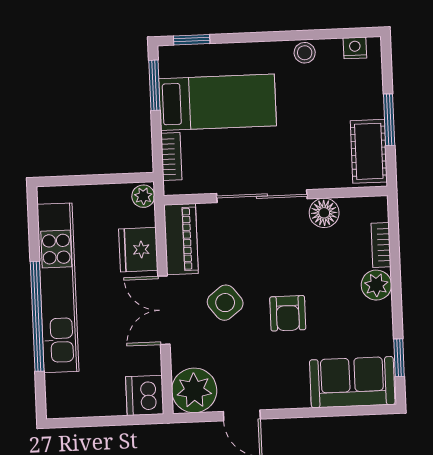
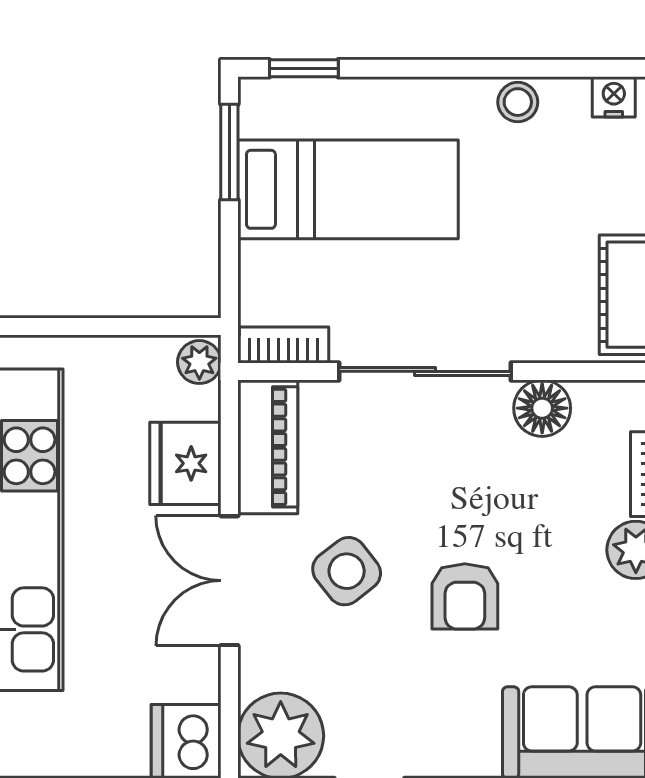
bookcase: (171, 156) -> (283, 345), moved, turned -90

